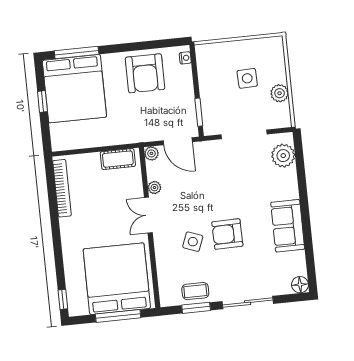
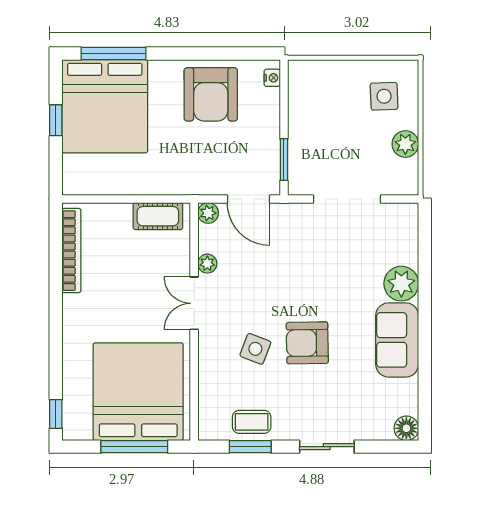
side table: (247, 78) -> (384, 96), moved
plant: (283, 156) -> (401, 284), moved
sliding door: (248, 303) -> (327, 447), width x0.73

